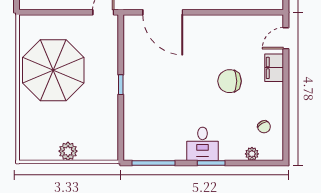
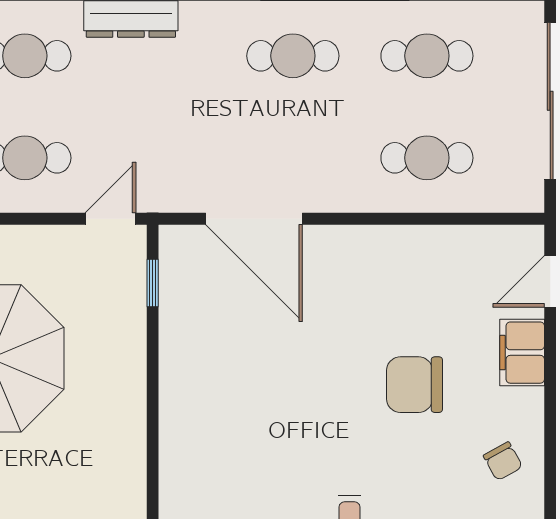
window: (121, 85) -> (153, 283), moved
chair: (264, 127) -> (503, 461), moved

